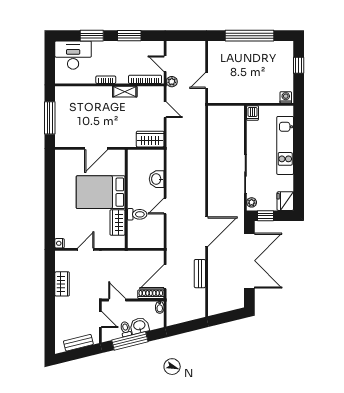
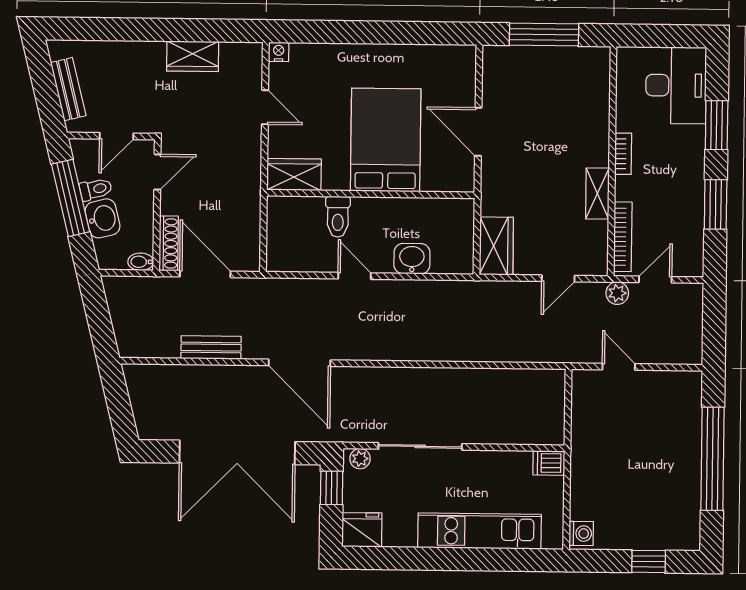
wardrobe: (117, 222) -> (294, 175), moved

